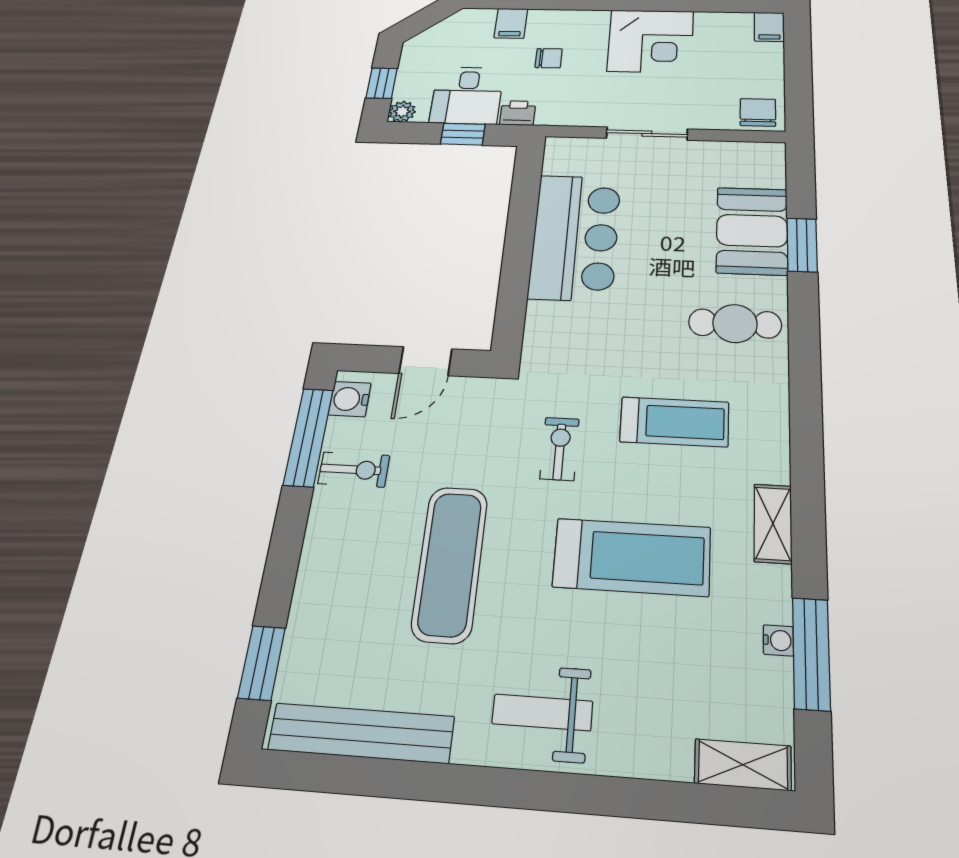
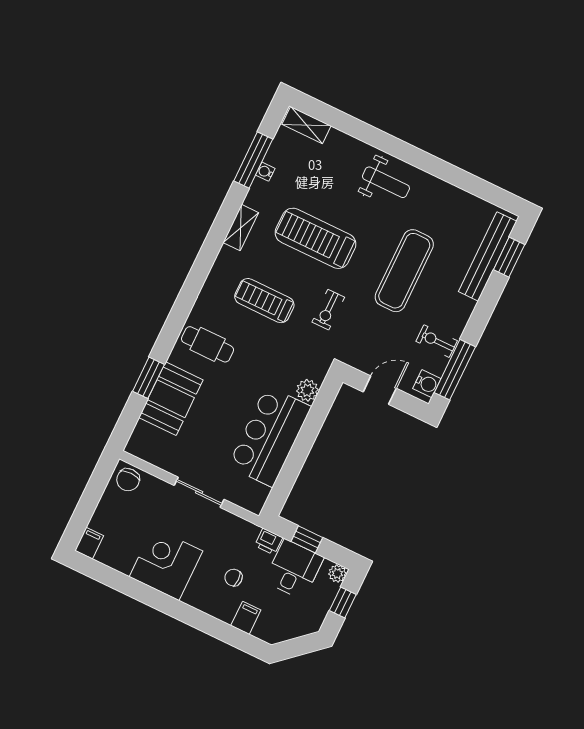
plant: (544, 319) -> (307, 390), added
bench: (361, 733) -> (488, 256), moved, turned 90

